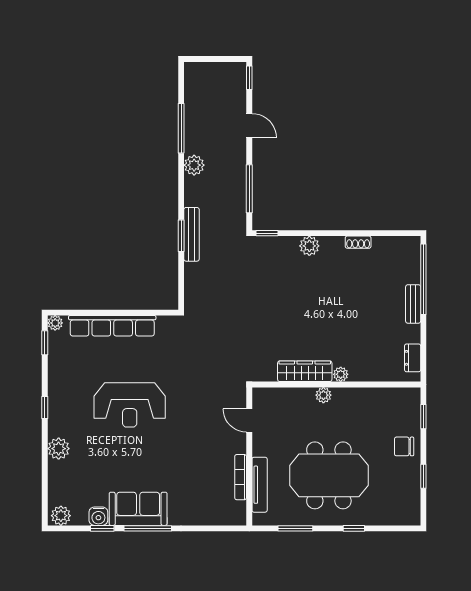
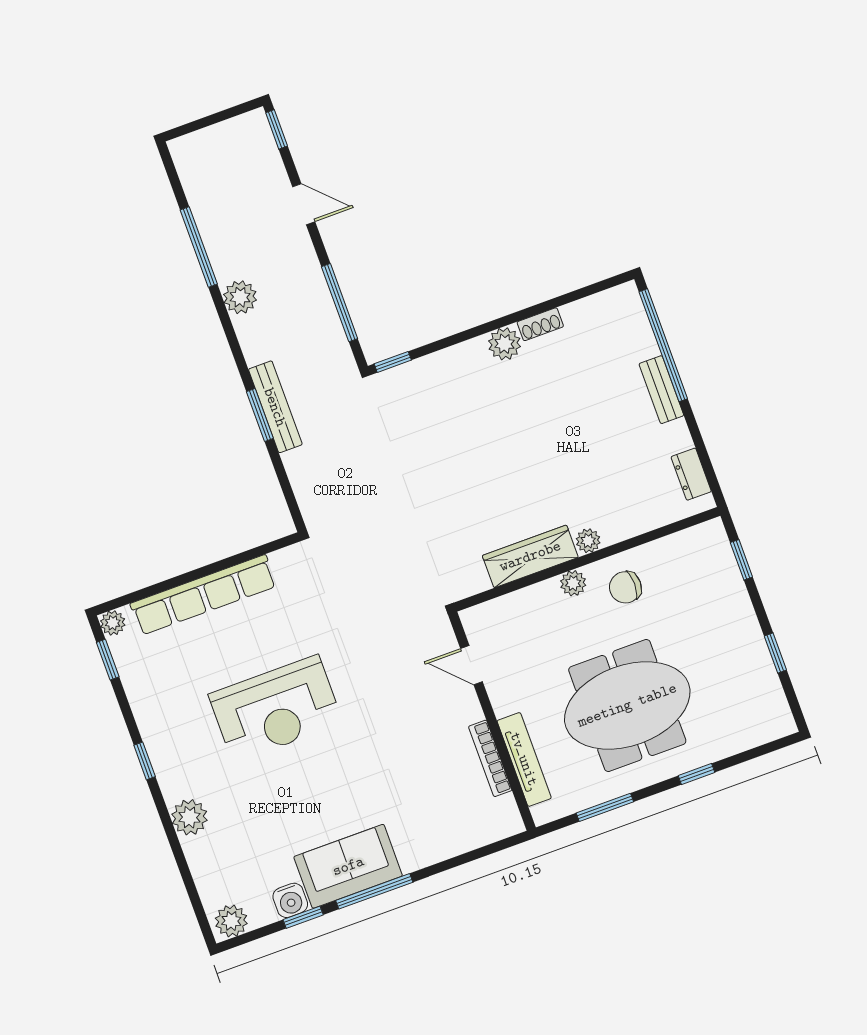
plant: (309, 246) -> (504, 344), moved
chair: (404, 446) -> (625, 587), moved

